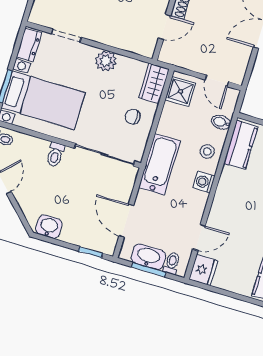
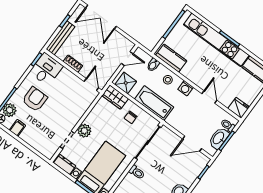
door: (165, 27) -> (91, 85), moved
plant: (106, 61) -> (84, 131), moved
bathtub: (160, 164) -> (154, 103), moved
door: (199, 237) -> (209, 97), moved

